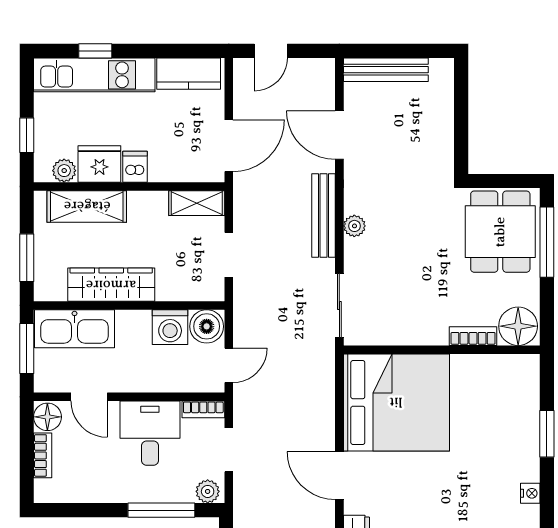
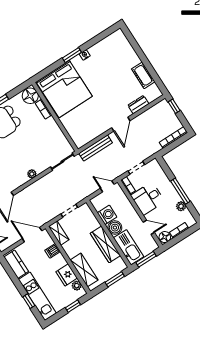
dishwasher: (135, 167) -> (53, 251), moved
bench: (323, 215) -> (96, 148), moved
boiler: (207, 326) -> (115, 228), moved
door: (89, 397) -> (149, 227), hinge flipped
bed: (396, 402) -> (64, 89), moved, turned 180
window: (547, 434) -> (72, 55), moved
plant: (208, 491) -> (181, 206), moved
window: (161, 510) -> (180, 191), moved

